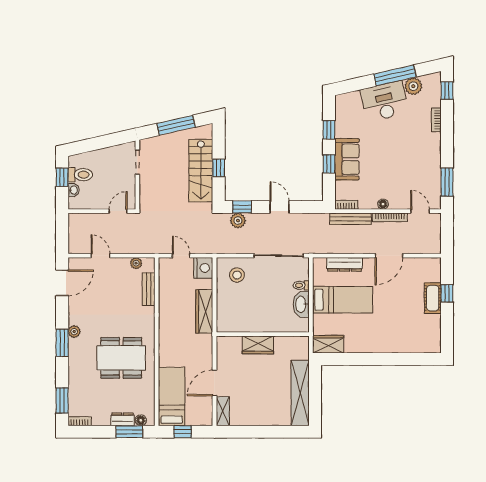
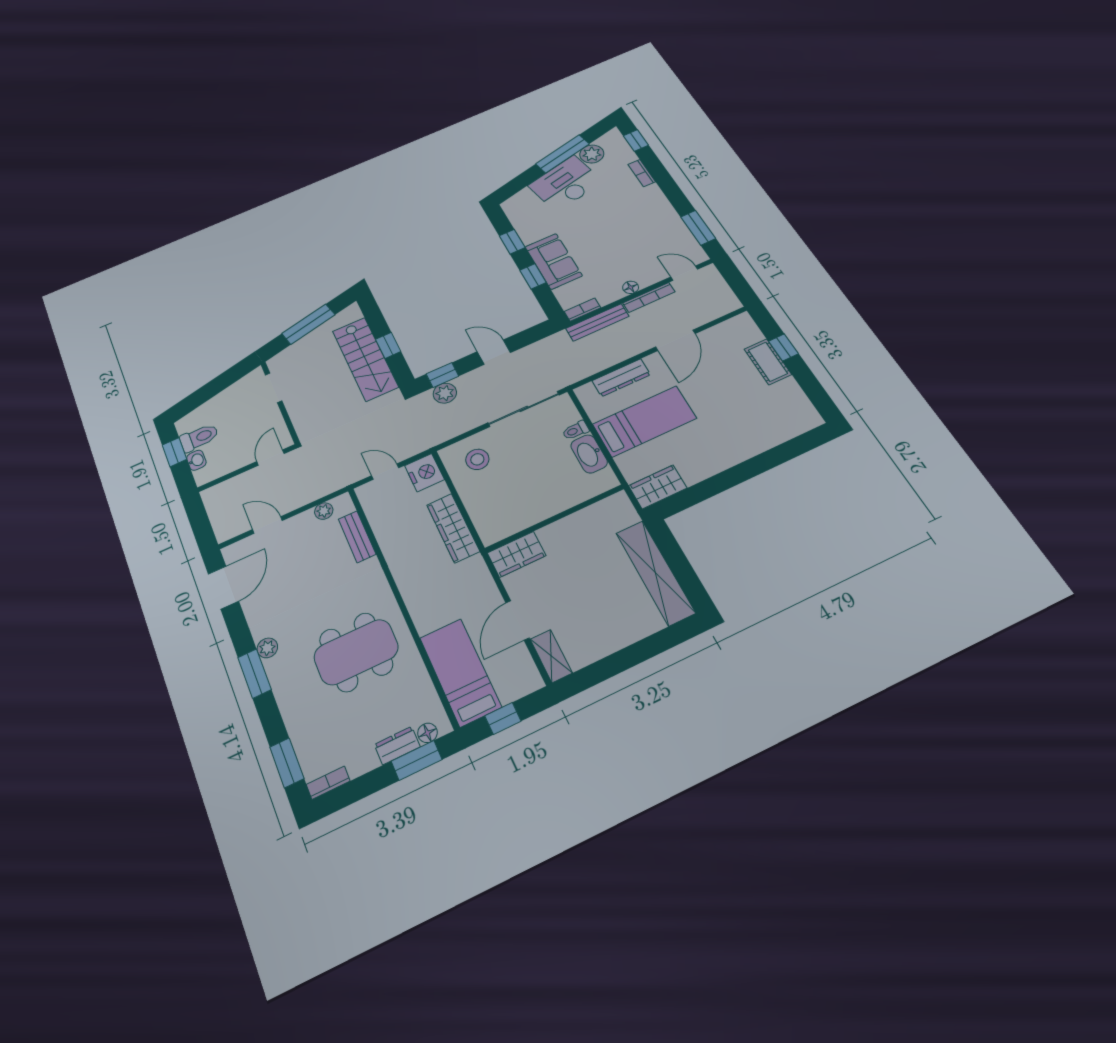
wardrobe: (258, 345) -> (517, 554), moved

